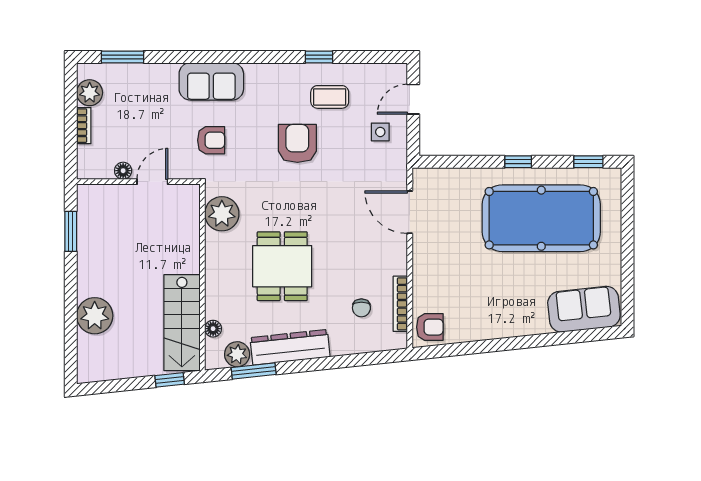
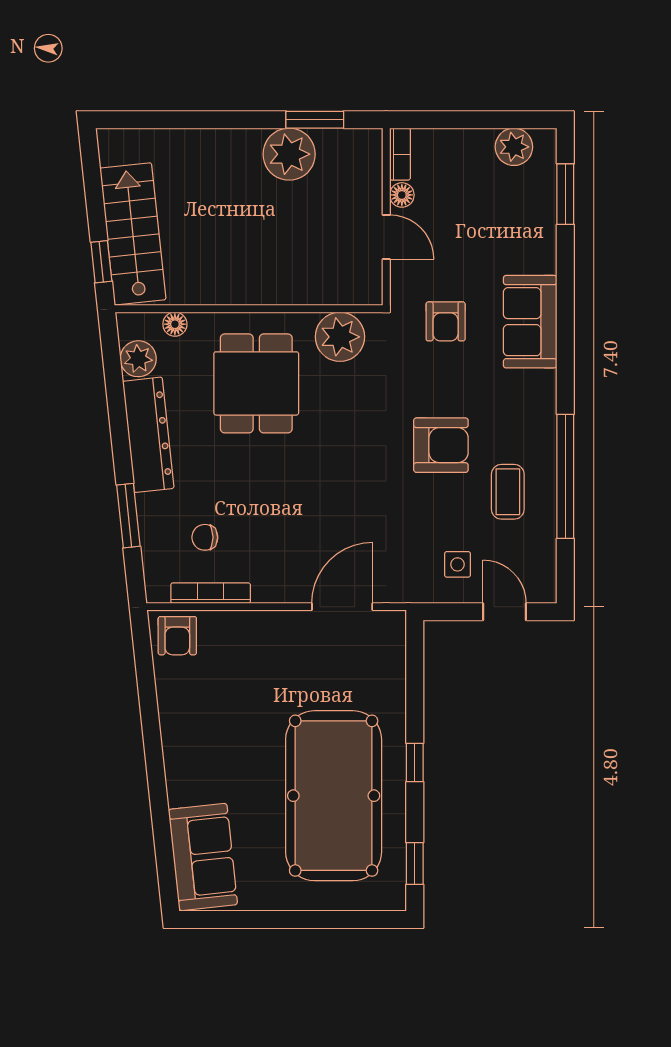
window: (319, 57) -> (565, 476), width x3.17
bookcase: (84, 126) -> (400, 154), moved, turned -90
dining table: (282, 266) -> (256, 383), moved, turned 90
plant: (95, 316) -> (289, 154), moved
stairs: (182, 323) -> (133, 234), moved, turned 84
window: (254, 371) -> (128, 516), moved

